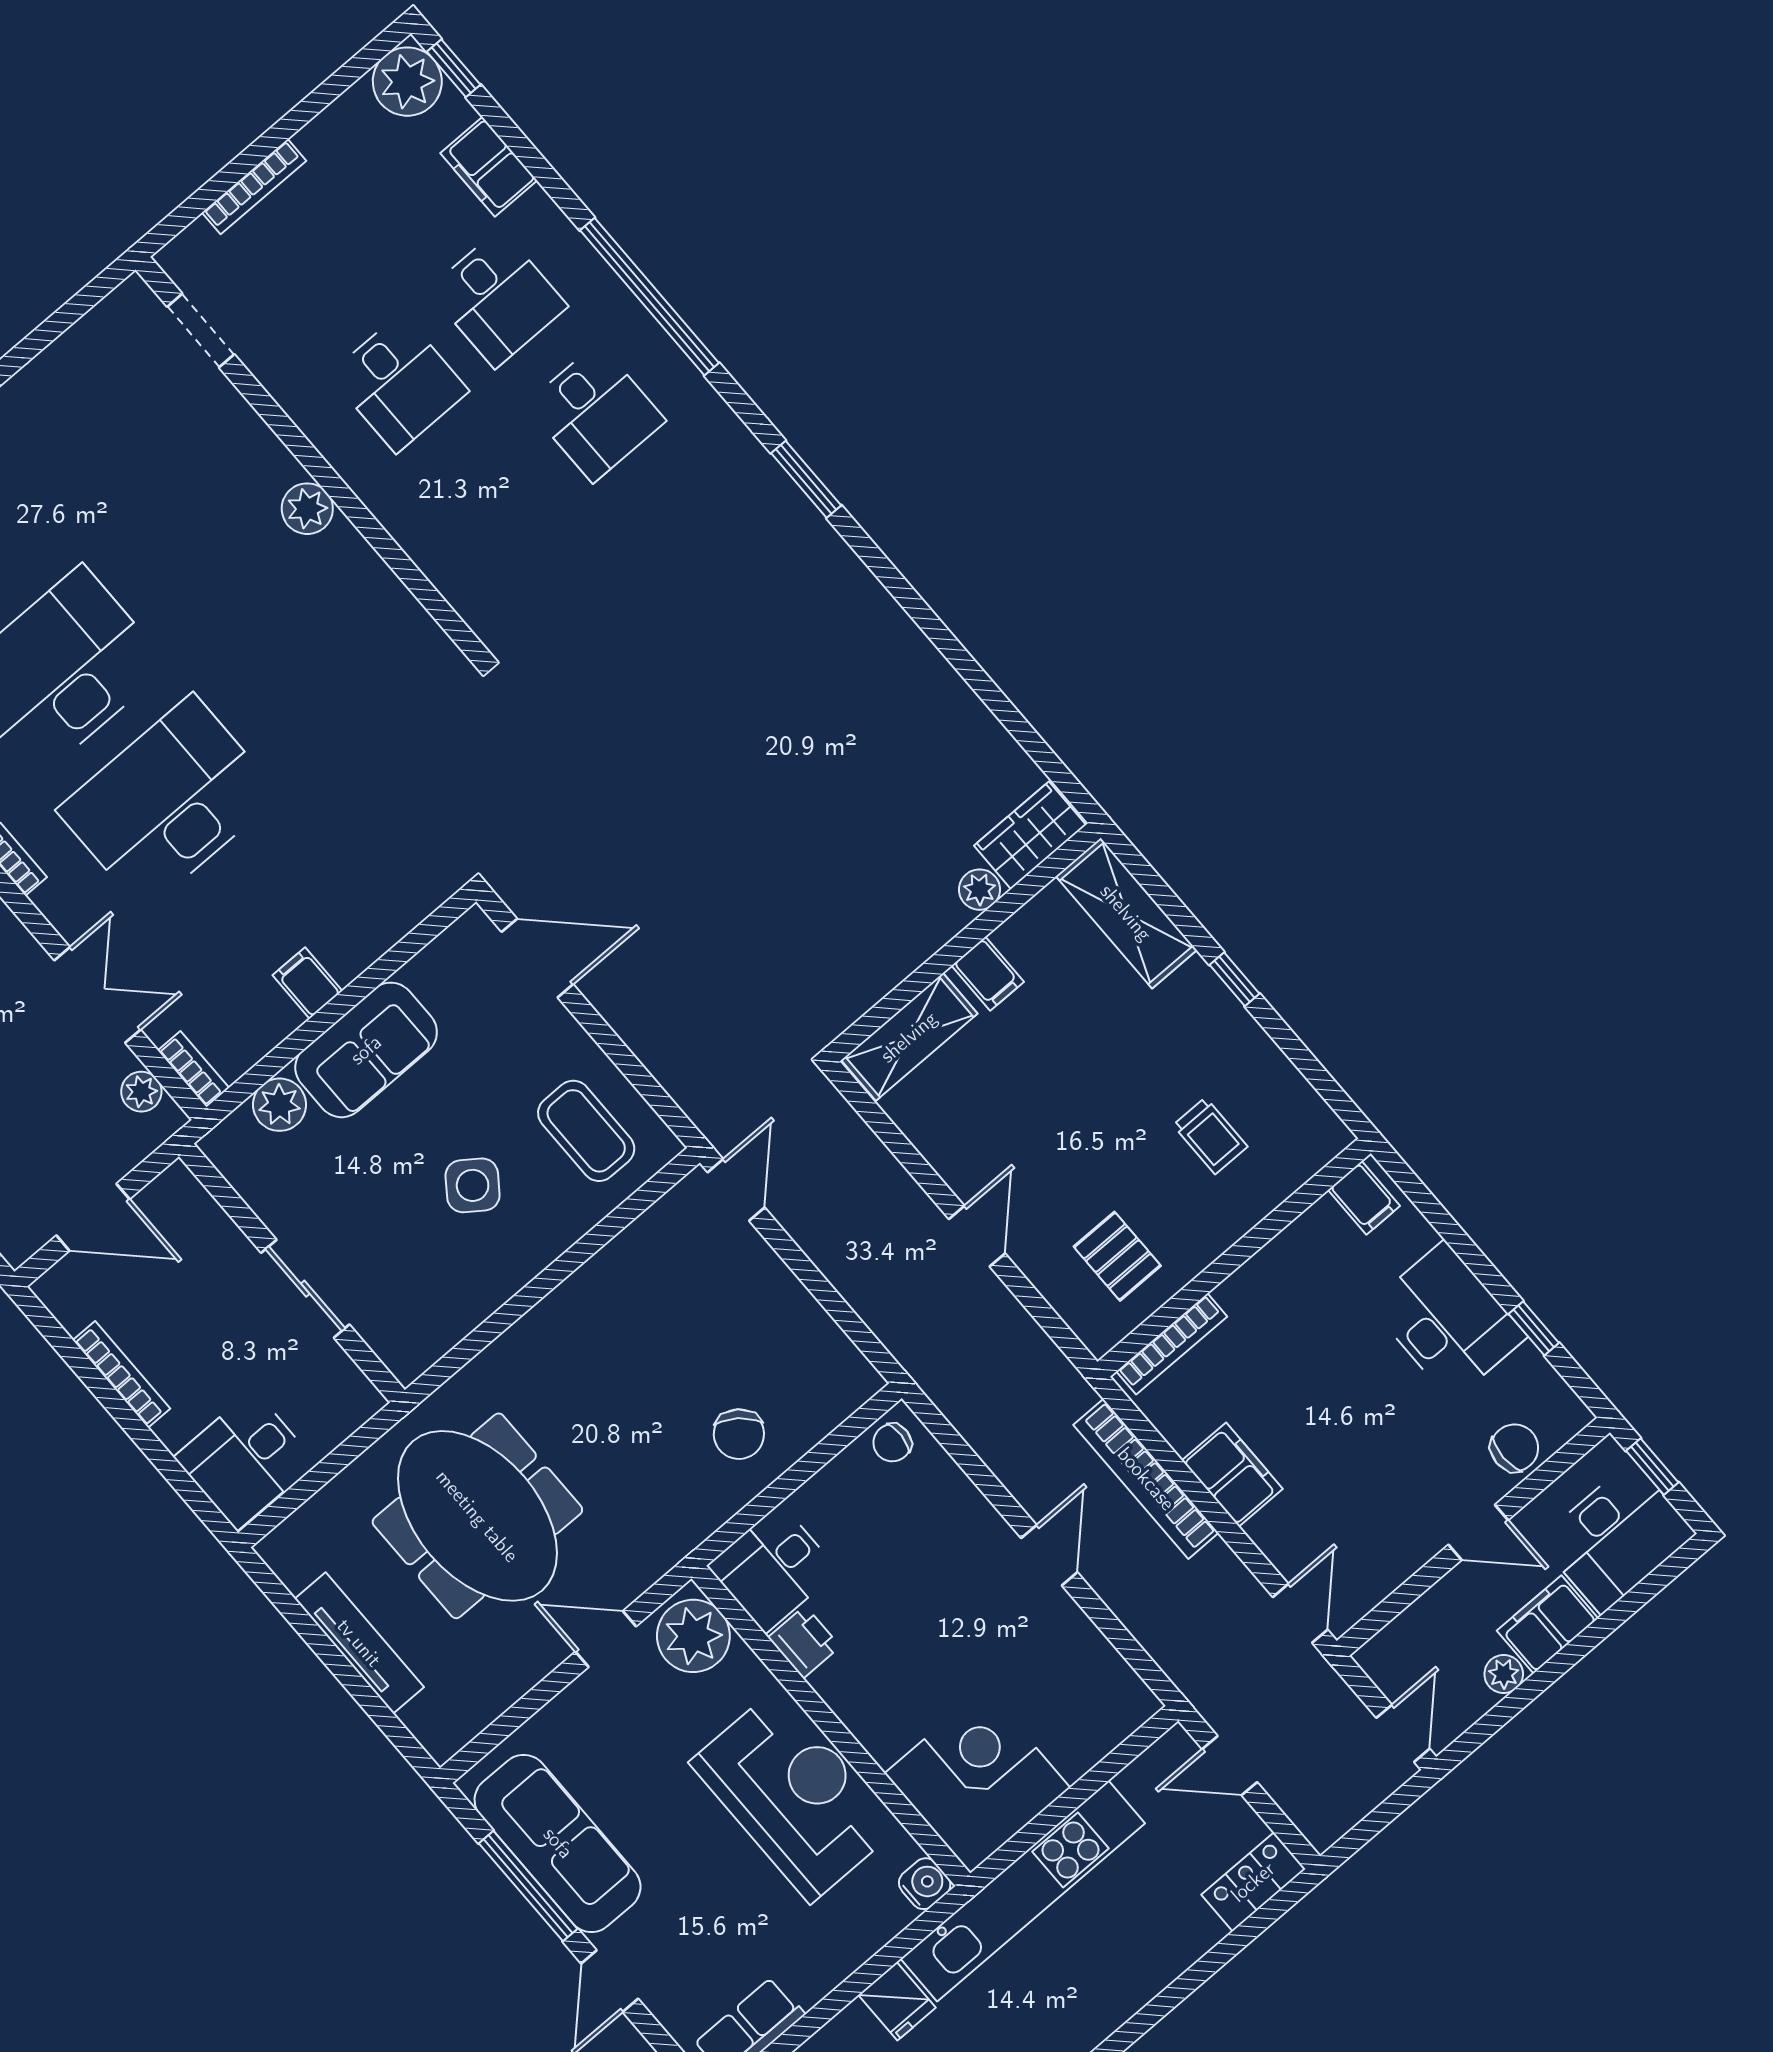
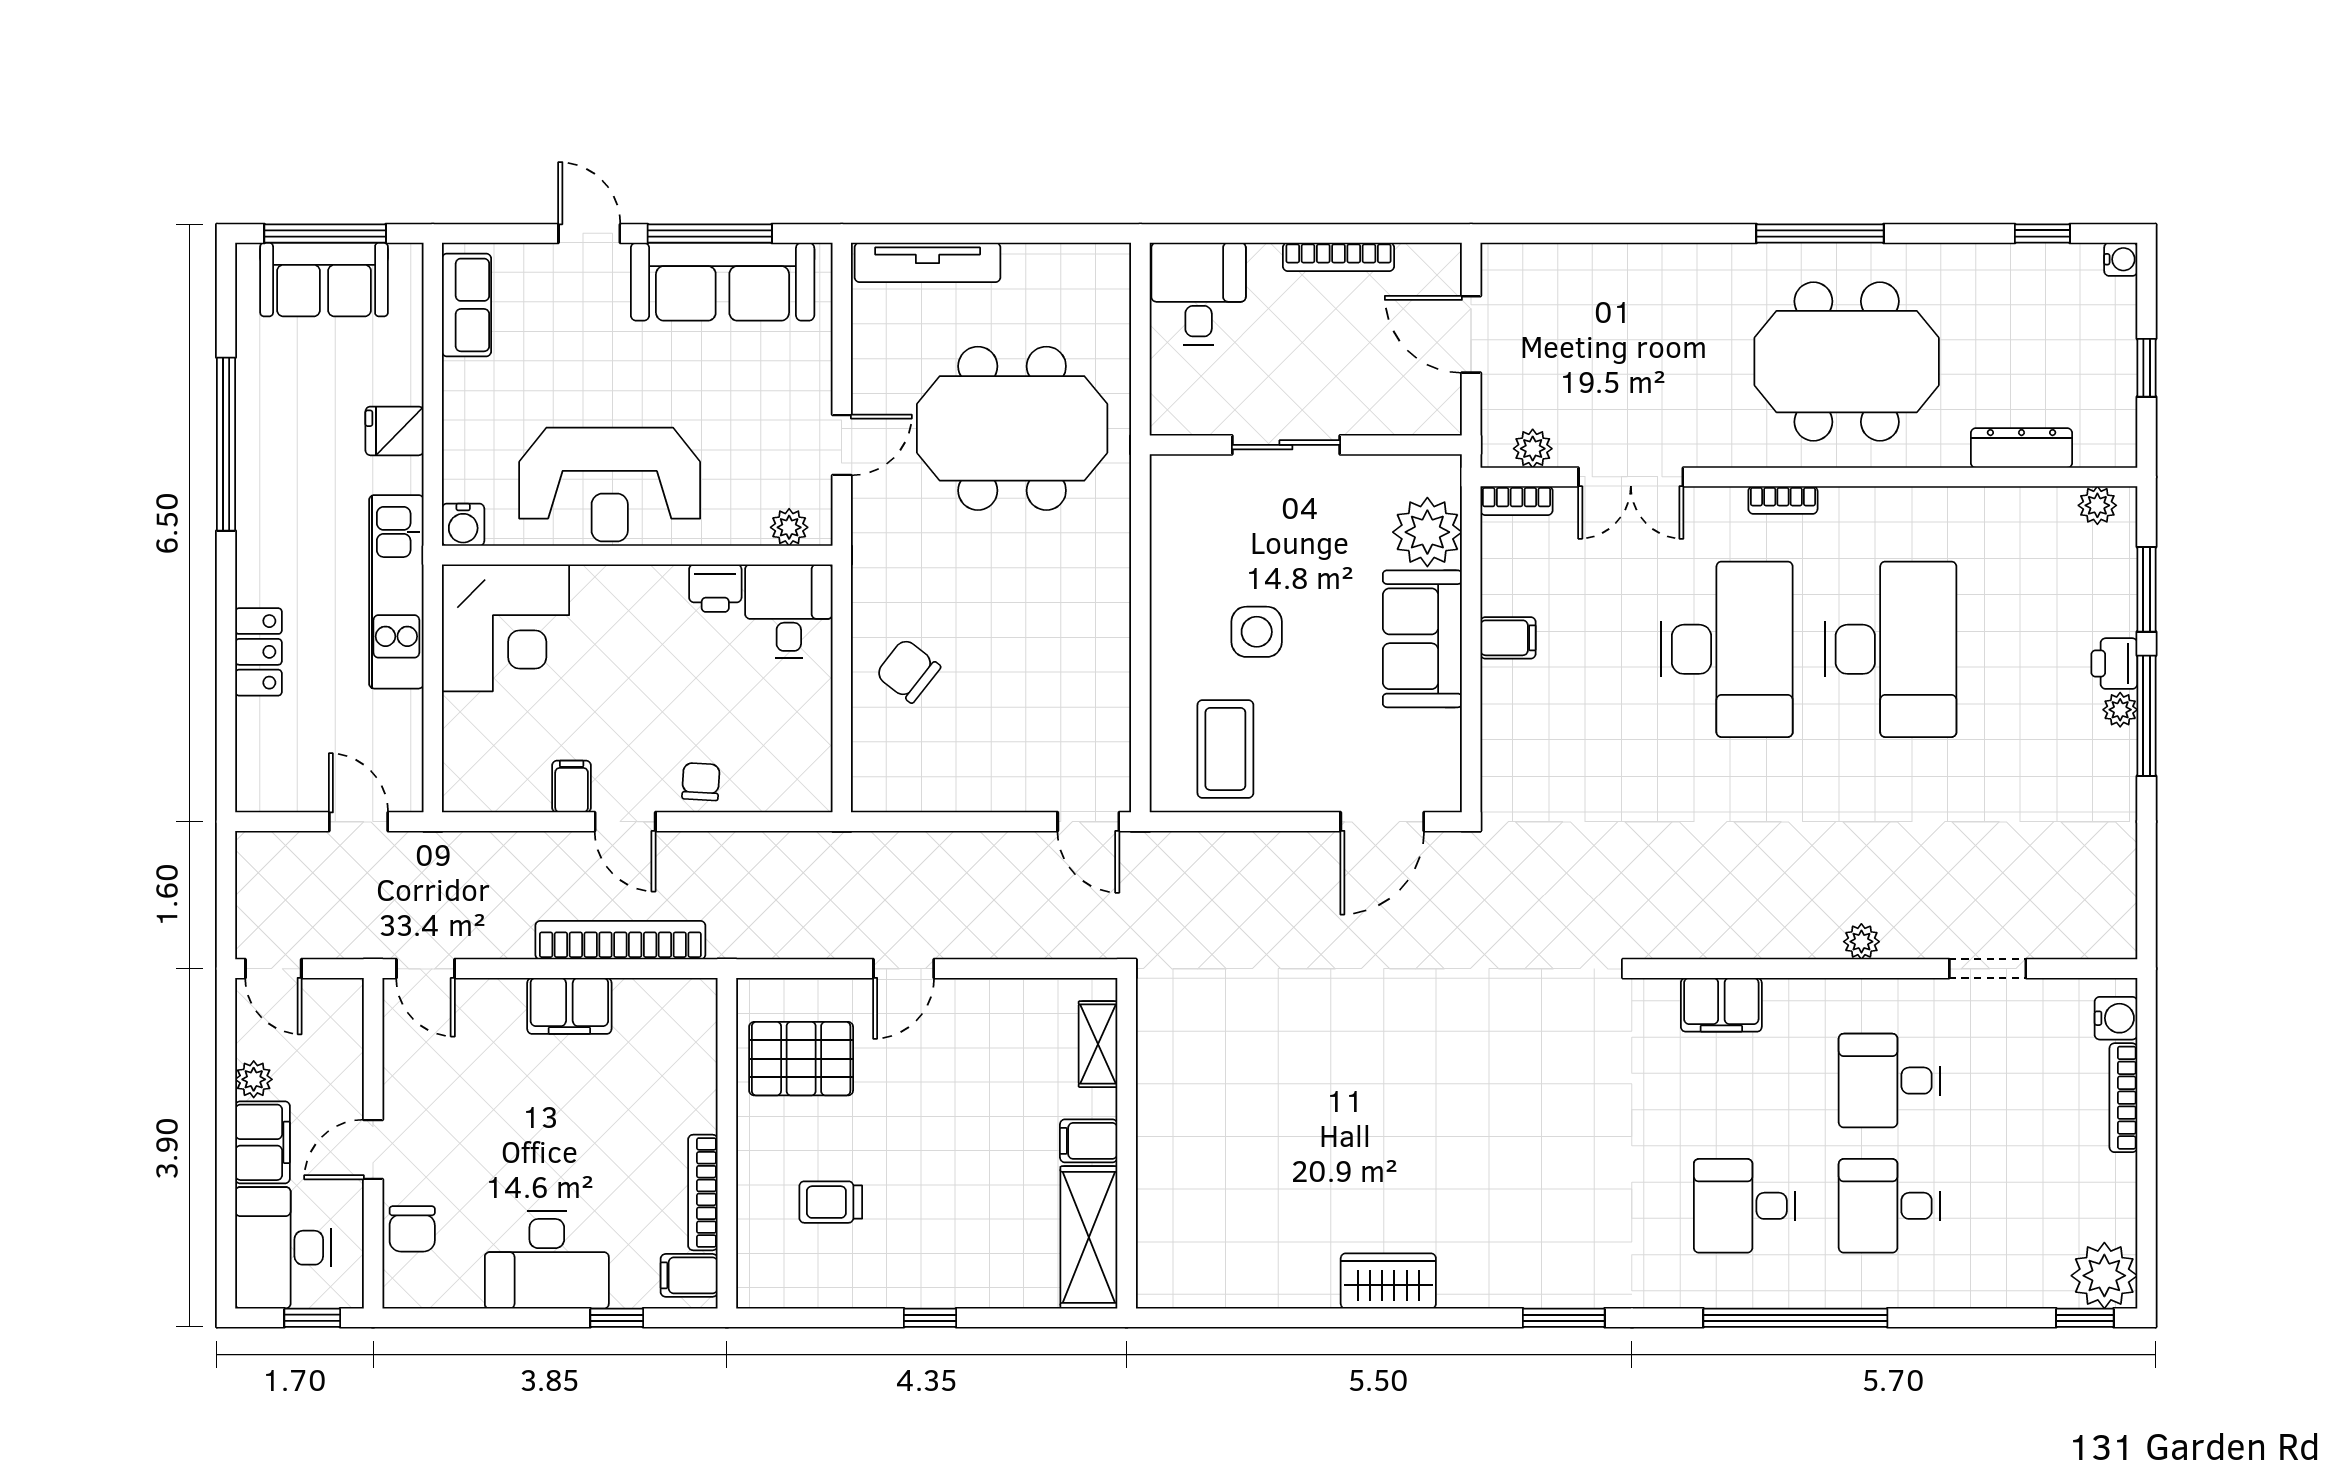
filing cabinet: (489, 167) -> (1721, 1005), moved, turned 180
water cooler: (196, 246) -> (2116, 1018), added
doorway: (201, 331) -> (1988, 969), moved
plant: (307, 509) -> (1861, 942), width x0.73, depth x0.73
wardrobe: (1030, 835) -> (1388, 1281), moved, turned -90
plant: (980, 890) -> (1155, 1188), removed
shelving: (1126, 913) -> (1089, 1237), moved, turned 90
shelving: (909, 1037) -> (1098, 1044), width x0.67, depth x0.75
plant: (279, 1105) -> (1427, 532), width x1.36, depth x1.36
coffee table: (586, 1131) -> (1225, 749), turned 90
side table: (473, 1185) -> (1257, 632), turned -36
door: (93, 1217) -> (1471, 334), hinge flipped
door: (977, 1236) -> (904, 969), hinge flipped
pallet: (1117, 1256) -> (801, 1059), width x1.50, depth x1.42
window: (1534, 1328) -> (617, 1318), moved
bookcase: (1172, 1344) -> (703, 1192), moved
chair: (892, 1443) -> (701, 782), moved
filing cabinet: (1058, 1621) -> (572, 786), added
plant: (693, 1636) -> (789, 527), width x0.53, depth x0.53
tv unit: (359, 1643) -> (928, 262), moved
door: (1230, 1766) -> (358, 822), hinge flipped
locker: (1253, 1882) -> (259, 652), moved
kitchen unit: (1023, 1891) -> (396, 592), width x0.73

